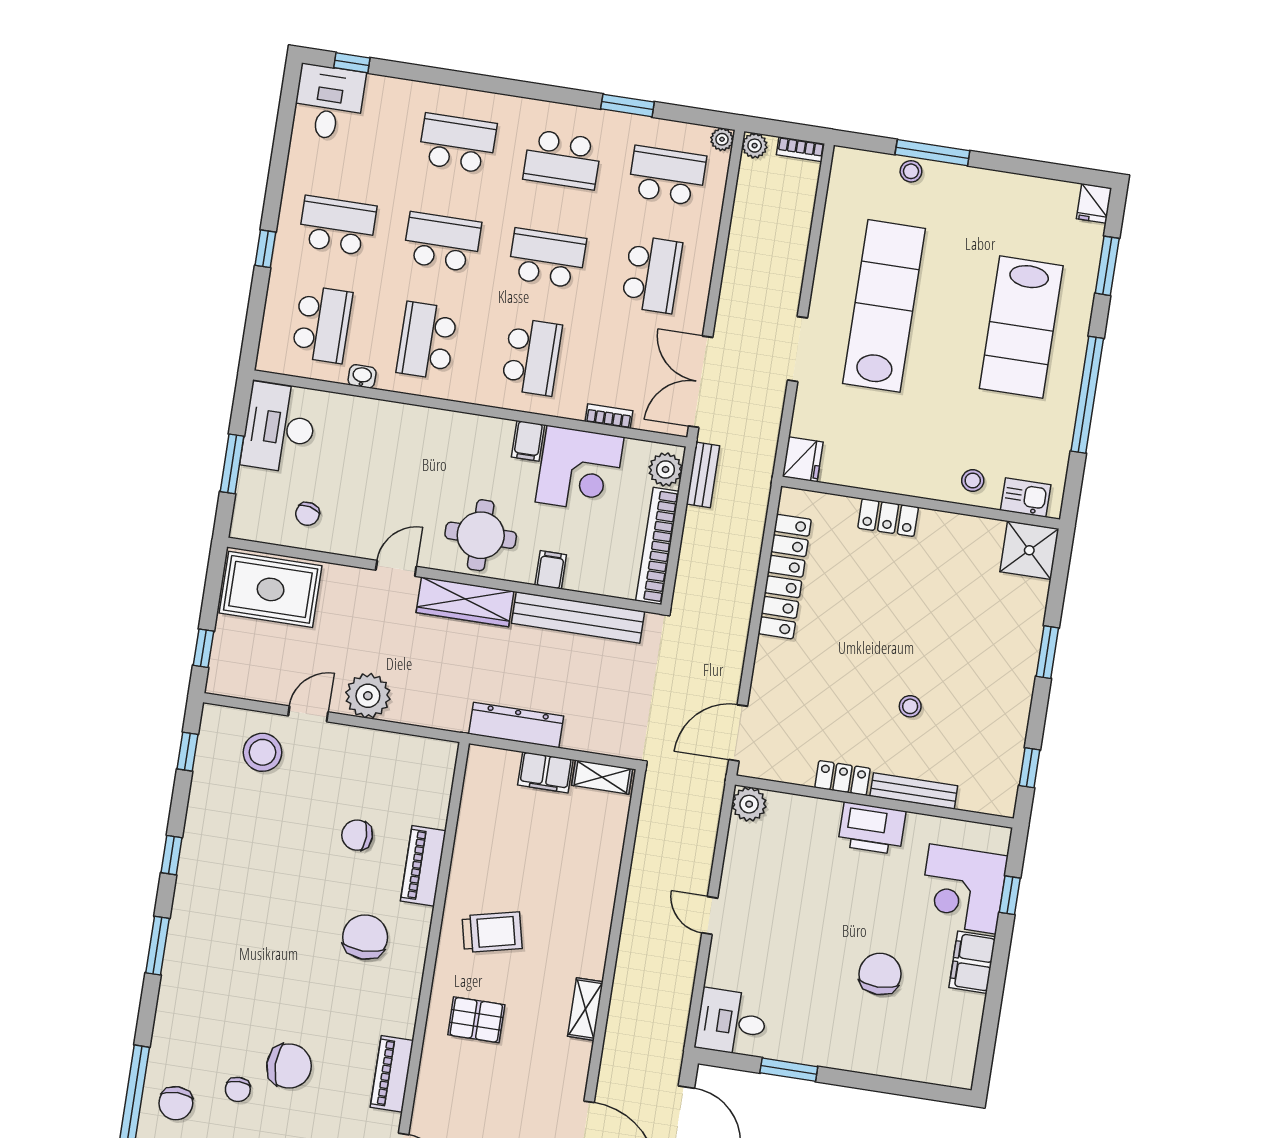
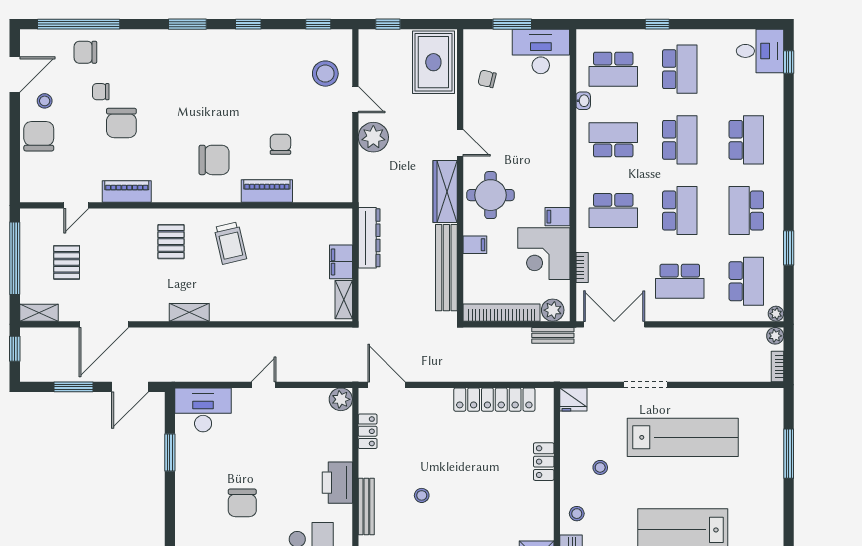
stool: (911, 171) -> (600, 467), moved
locker: (843, 778) -> (368, 431), moved
chair: (880, 974) -> (242, 503), turned 90
desk: (731, 1022) -> (203, 410), width x1.37

